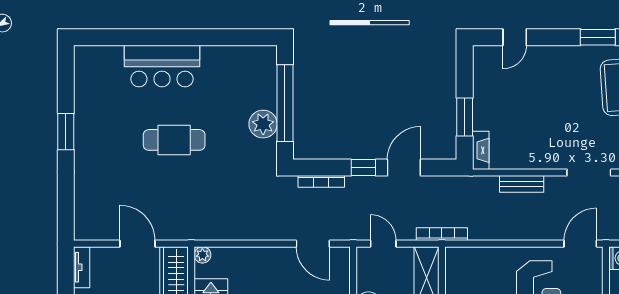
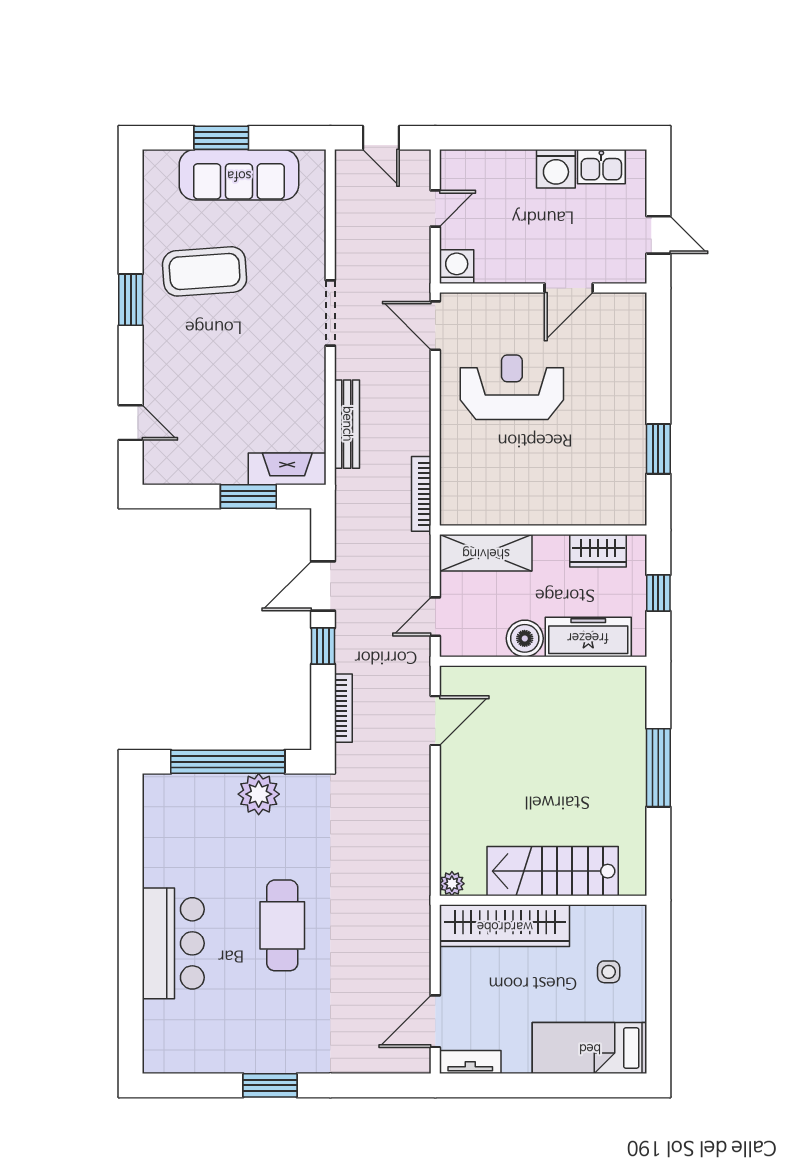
fireplace: (481, 150) -> (287, 469), width x1.37, depth x1.32
door: (404, 168) -> (323, 586), hinge flipped
bench: (522, 184) -> (347, 424), width x1.36
bookcase: (442, 234) -> (421, 494), moved
door: (137, 244) -> (435, 1021), moved

